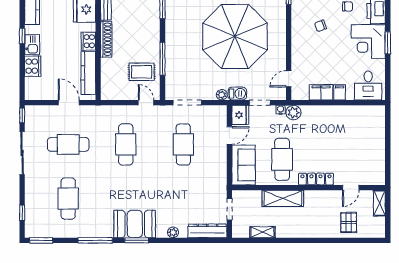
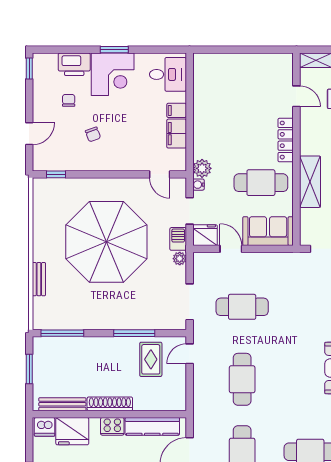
cafe table: (126, 144) -> (242, 379), turned 90

